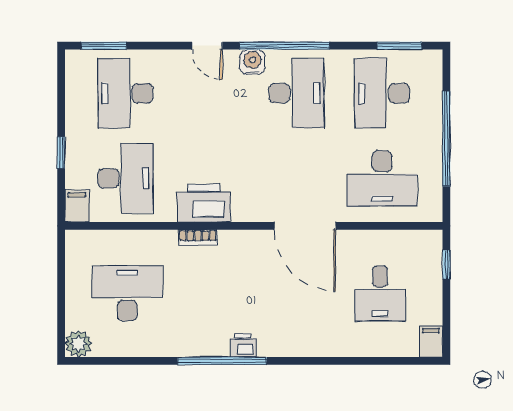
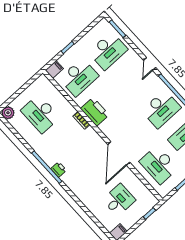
water cooler: (252, 62) -> (158, 84), removed
desk: (125, 93) -> (108, 51), turned 180
desk: (127, 293) -> (40, 114), turned 180
desk: (380, 293) -> (119, 200), turned 180

